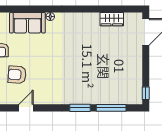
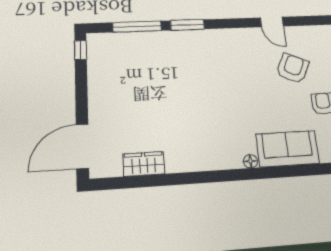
armchair: (17, 75) -> (293, 68), turned -69
door: (26, 108) -> (272, 22), hinge flipped

